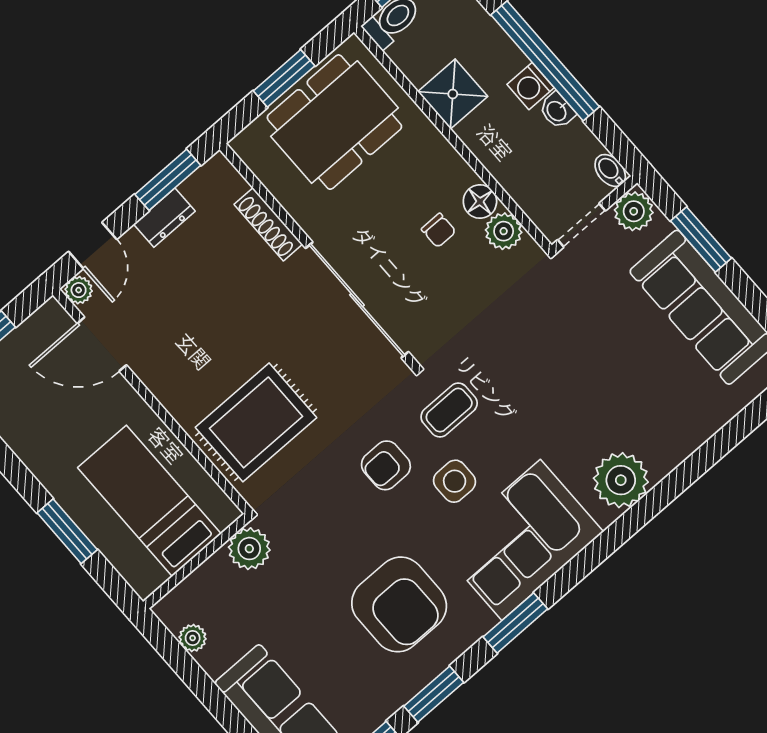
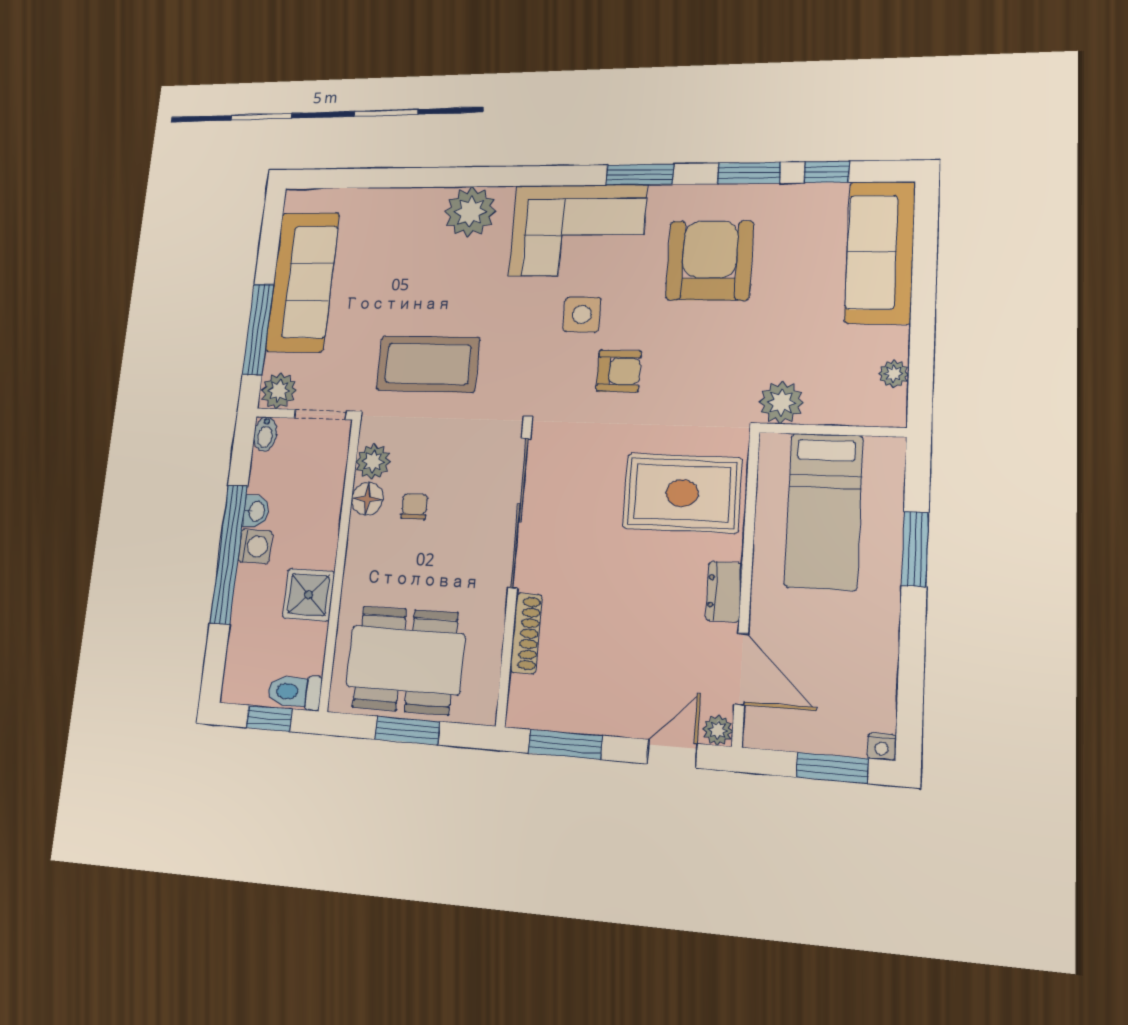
dresser: (164, 218) -> (724, 592), moved, turned -90
window: (701, 240) -> (258, 329), width x1.44
coffee table: (449, 410) -> (428, 364), moved, width x1.86, depth x1.72

